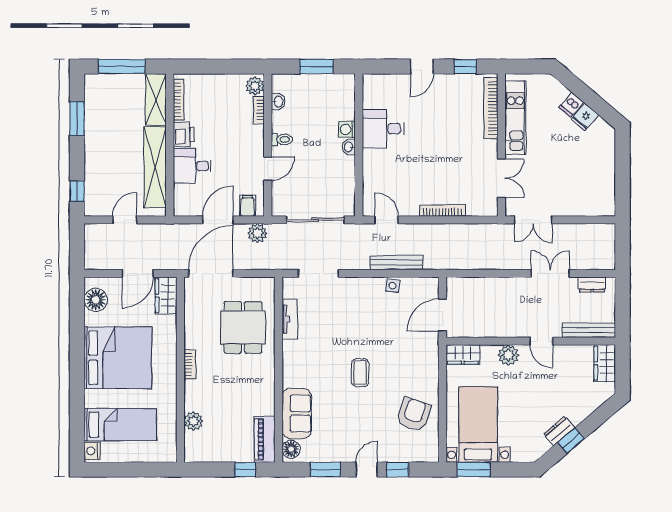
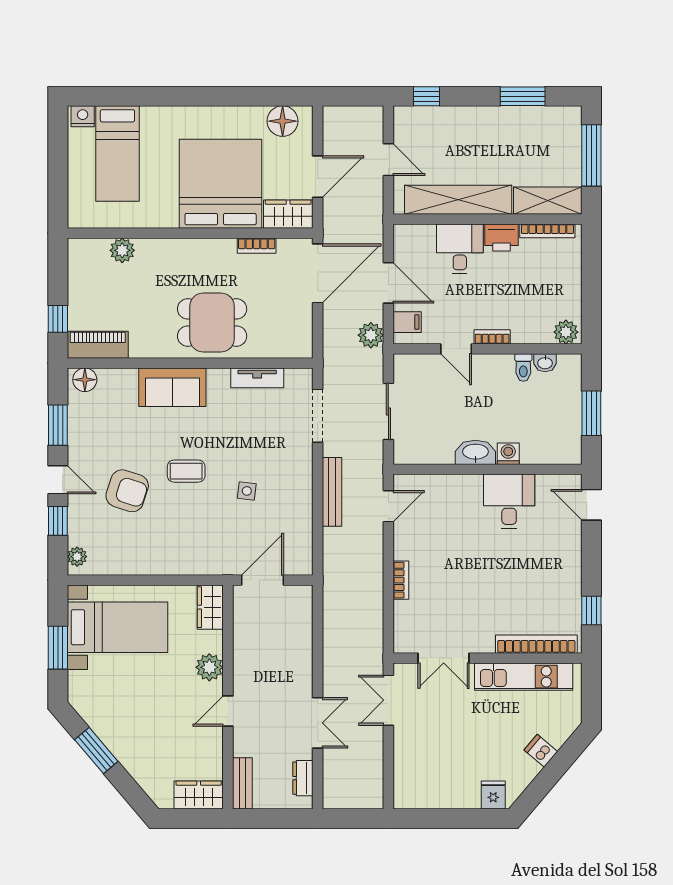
door: (422, 67) -> (591, 505), moved
bookcase: (259, 110) -> (492, 337), moved
fridge: (585, 117) -> (493, 795), moved, turned 50
toilet: (282, 140) -> (523, 368), moved
washbasin: (349, 147) -> (475, 452), width x1.91, depth x1.45
bookcase: (442, 211) -> (401, 580), width x0.64
sliding door: (315, 220) -> (388, 411), width x0.73
bench: (396, 263) -> (332, 492), moved
door: (138, 273) -> (318, 177), swing flipped
door: (211, 273) -> (318, 273), hinge flipped
side table: (393, 286) -> (247, 491), moved
door: (442, 315) -> (262, 580), hinge flipped
dining table: (243, 327) -> (212, 323), moved
bench: (589, 330) -> (242, 783), width x0.73
bed: (118, 358) -> (221, 184), moved, turned 180
bookcase: (190, 364) -> (257, 246), moved
sofa: (297, 413) -> (172, 387), moved
armchair: (414, 414) -> (127, 491), moved
dresser: (559, 431) -> (109, 735), removed
window: (571, 441) -> (96, 750), width x1.50
plant: (425, 455) -> (77, 557), added
window: (474, 470) -> (58, 648), moved

